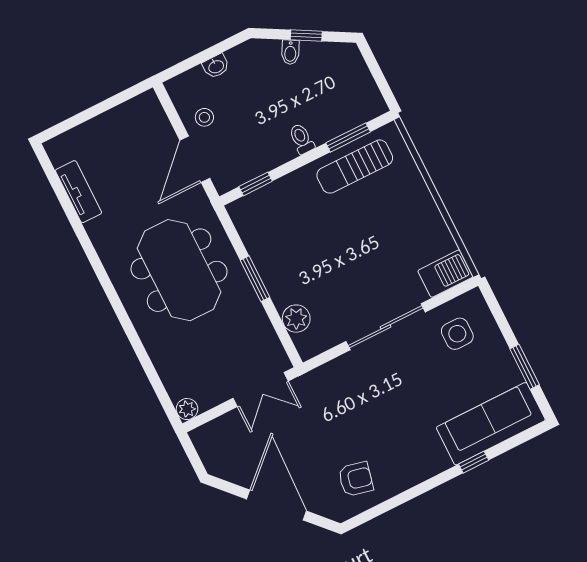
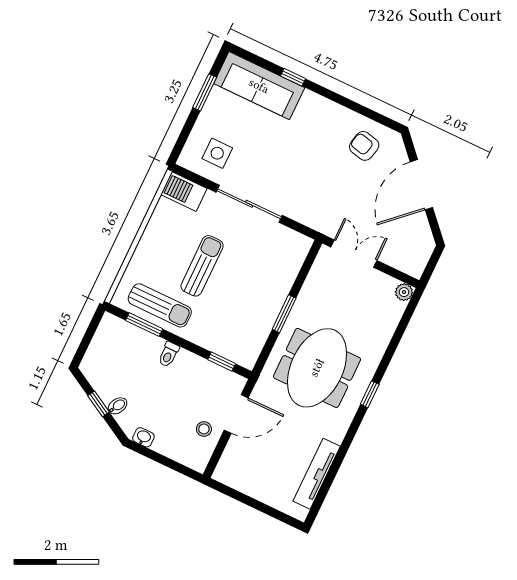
washbasin: (216, 66) -> (143, 437), moved
tv unit: (79, 192) -> (317, 474), width x1.41
sun lounger: (361, 236) -> (202, 266), added
window: (115, 301) -> (370, 394), added
plant: (296, 319) -> (289, 267), removed

